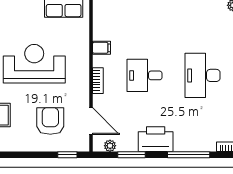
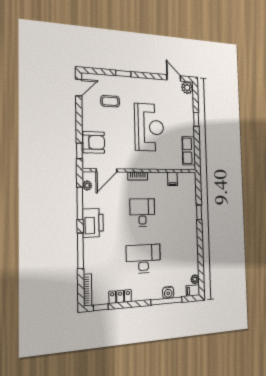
filing cabinet: (101, 48) -> (172, 179), moved
armchair: (50, 121) -> (94, 142), moved
window: (132, 155) -> (80, 203), width x1.44

